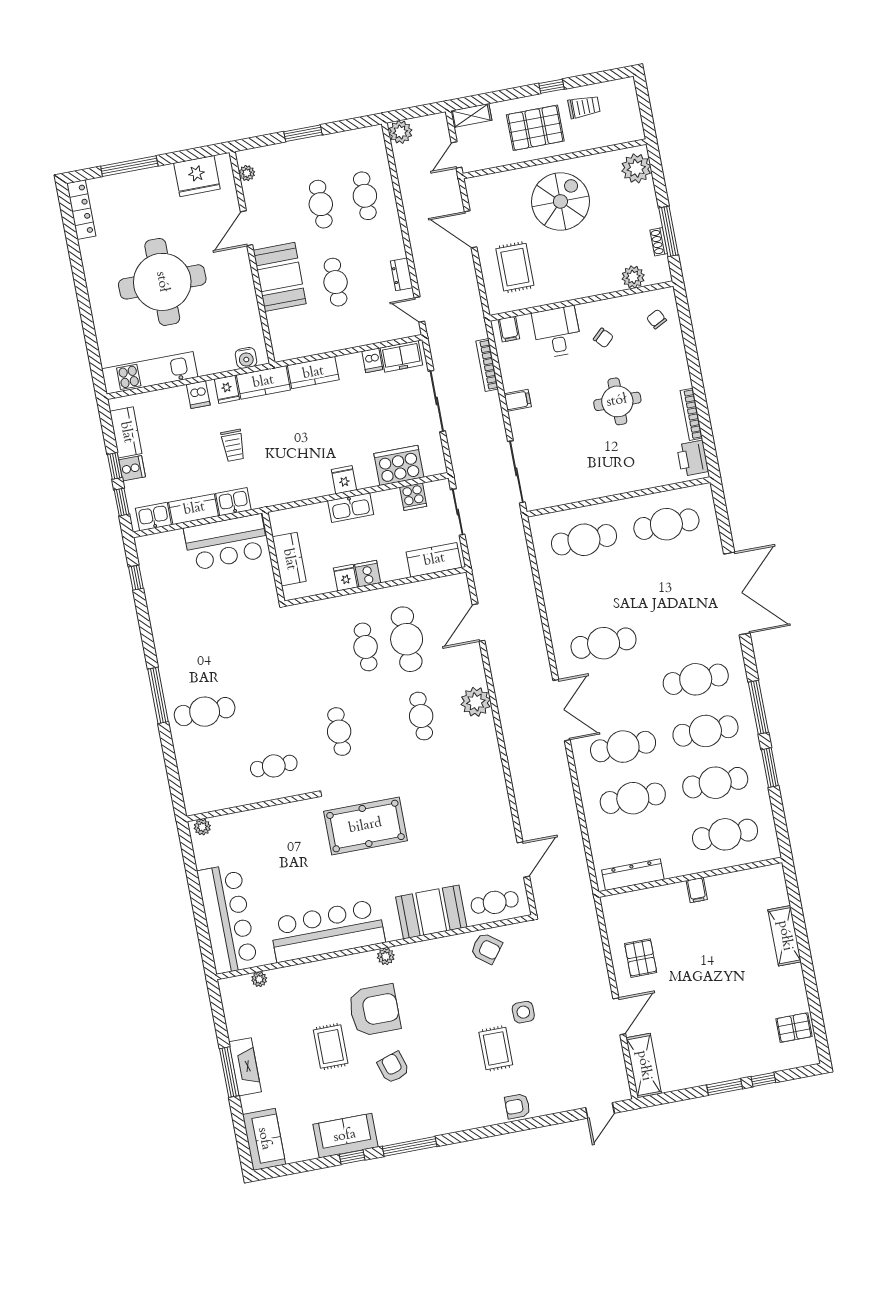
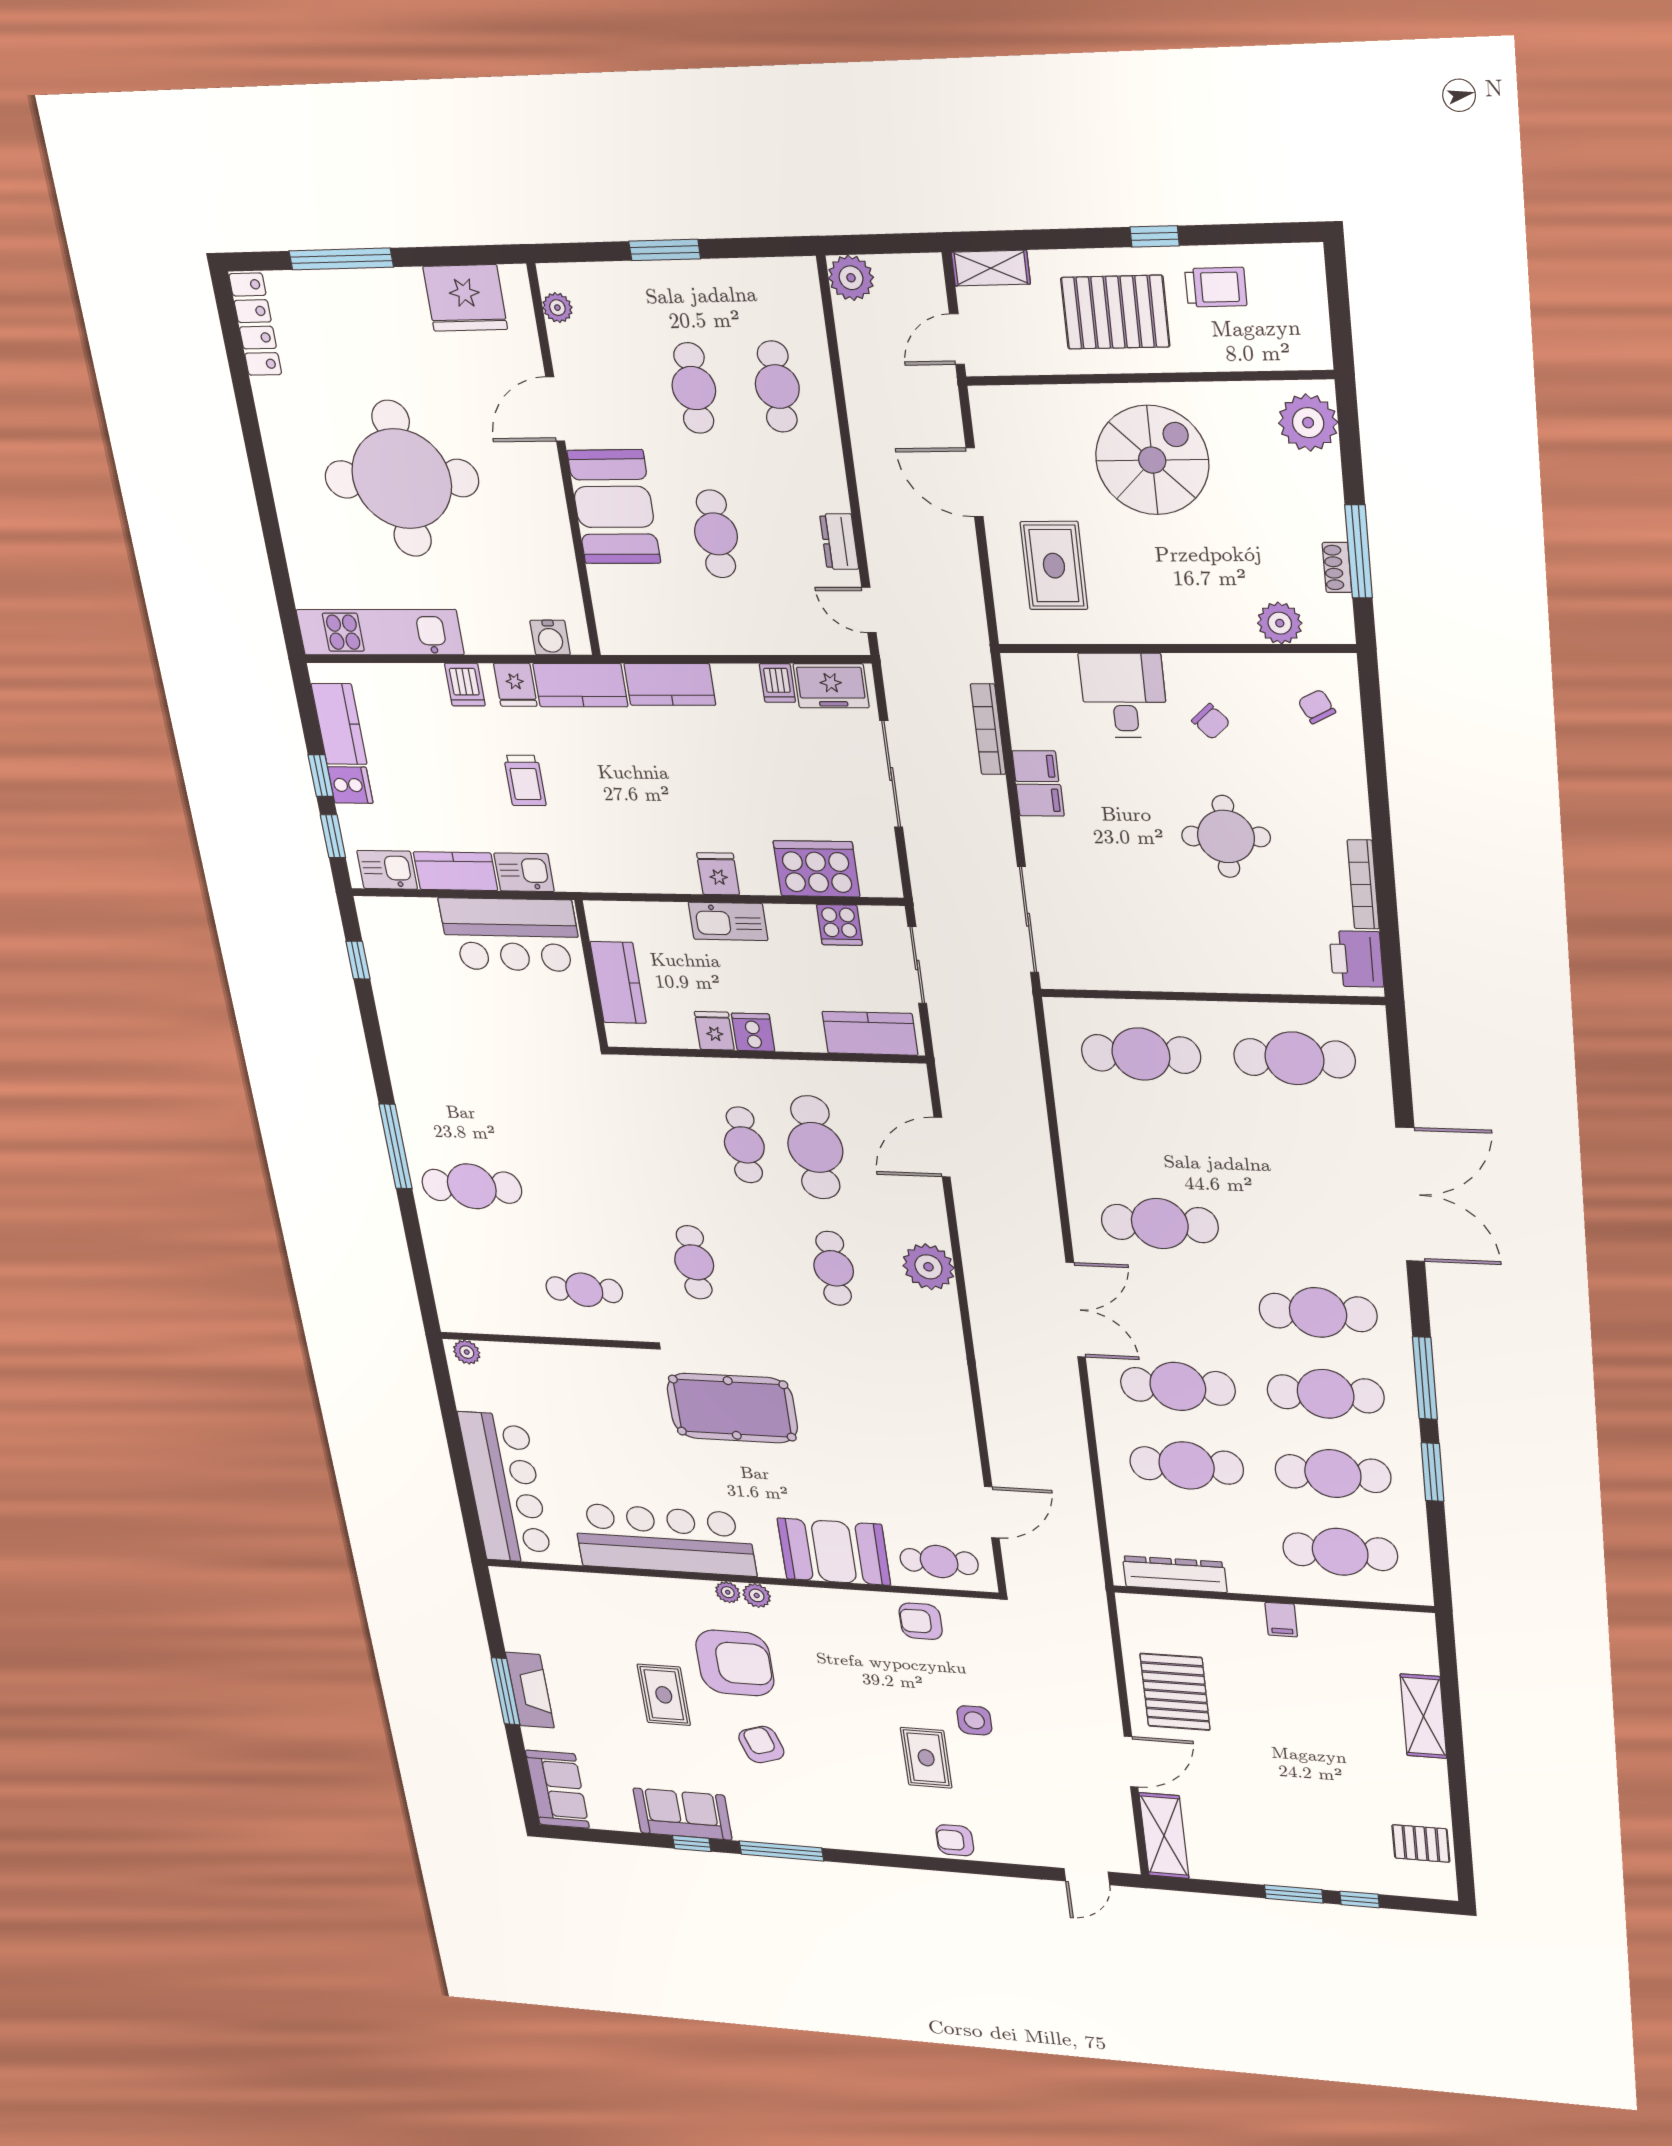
filing cabinet: (509, 329) -> (1035, 766), moved, turned -90
armchair: (486, 948) -> (921, 1621), turned 143
pallet: (641, 958) -> (1175, 1692), width x1.50, depth x1.42
plant: (259, 979) -> (728, 1592), moved

